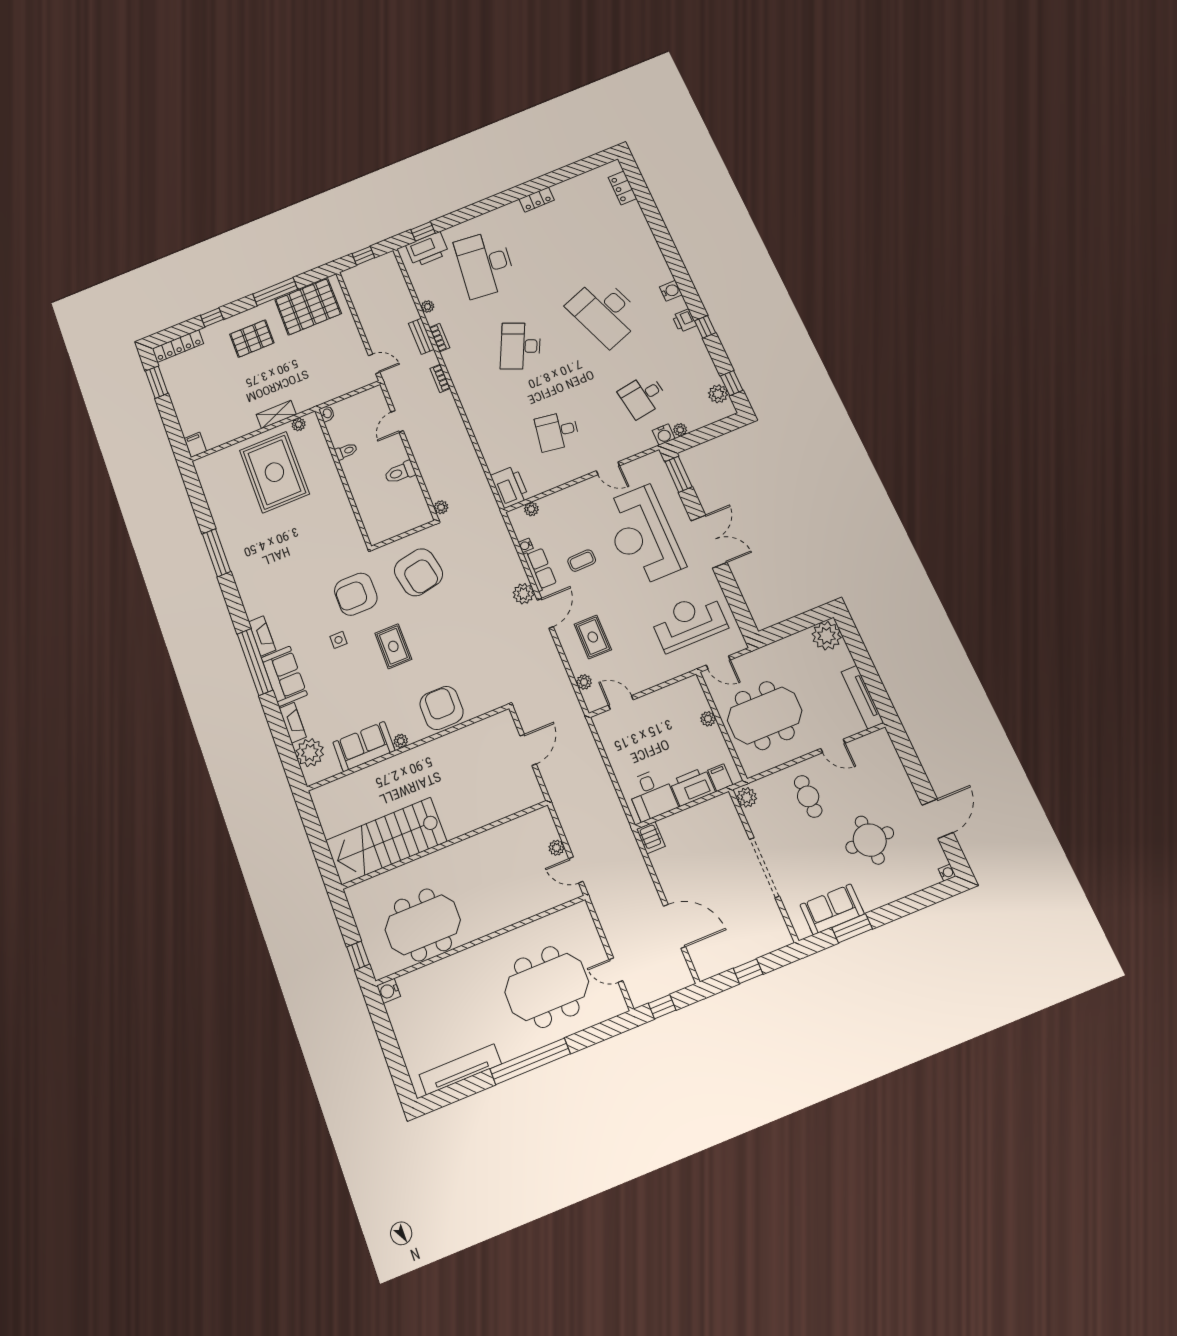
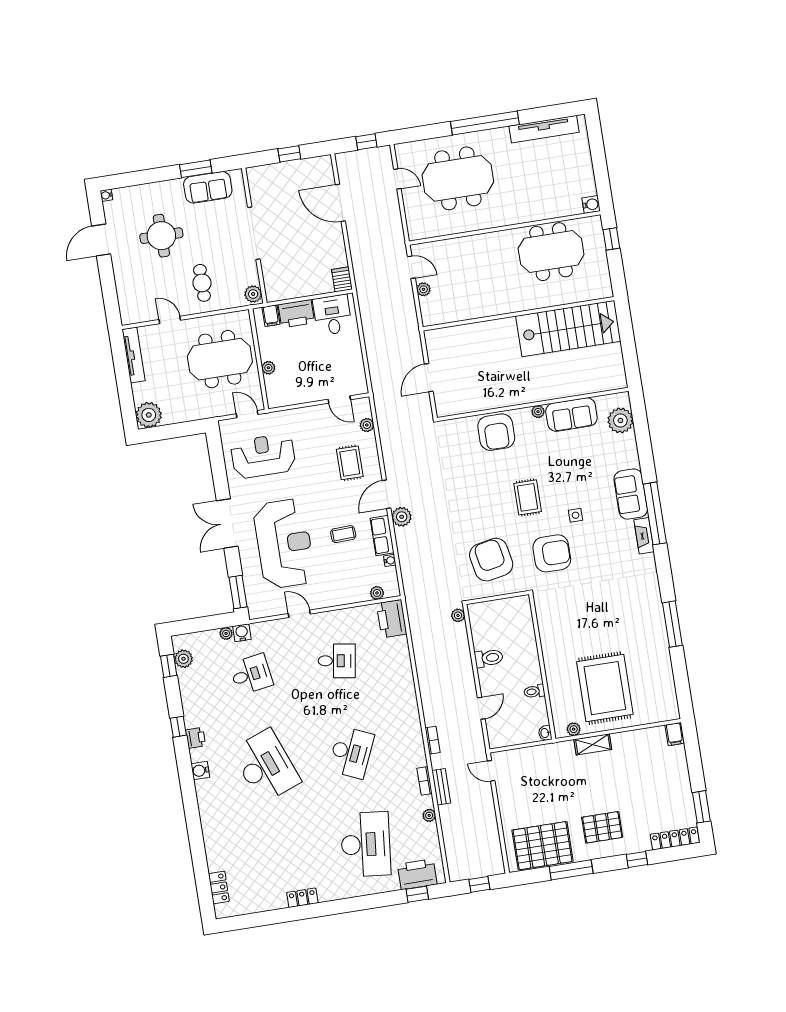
reception desk: (689, 622) -> (263, 456), turned 180
fireplace: (293, 723) -> (631, 451), removed

